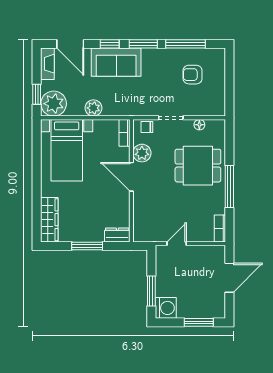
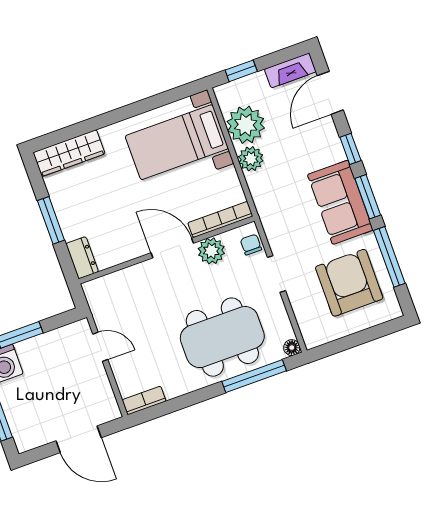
sofa: (116, 62) -> (340, 202), moved
armchair: (193, 75) -> (349, 283), width x1.88, depth x1.88
plant: (54, 104) -> (246, 125), moved
floor lamp: (199, 125) -> (292, 348), moved
bookcase: (124, 133) -> (220, 219), width x1.56
dining table: (198, 166) -> (222, 337), width x1.38
door: (131, 177) -> (172, 248), hinge flipped
window: (229, 187) -> (254, 376), moved

